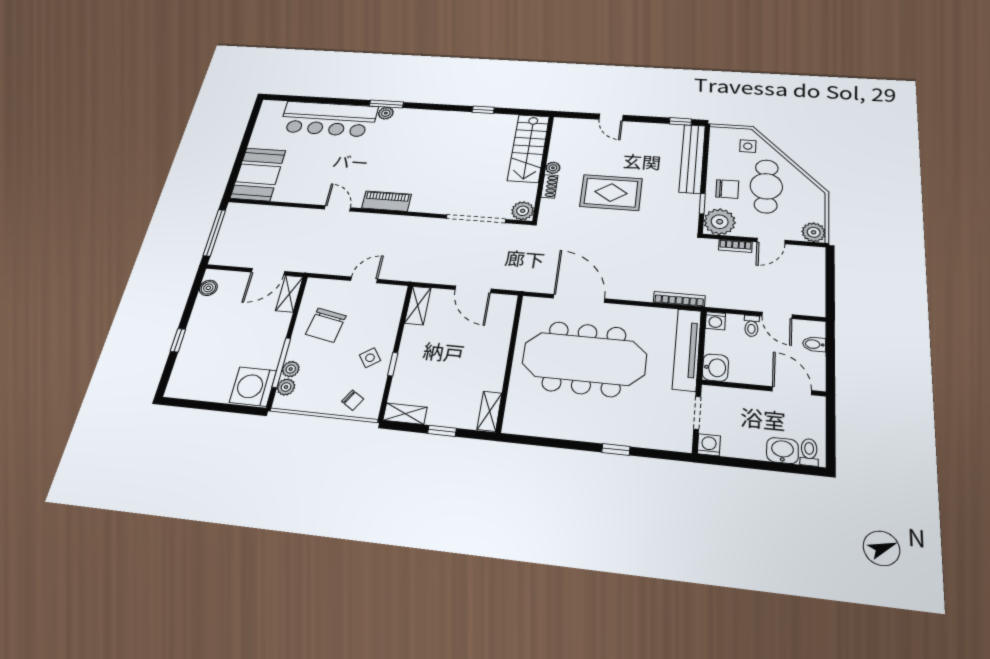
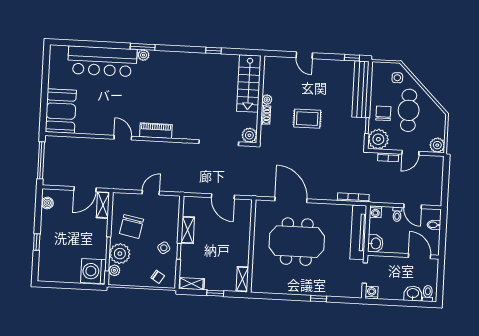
chair: (727, 189) -> (383, 113), turned -90
rug: (611, 193) -> (307, 119), width x0.73, depth x0.70
shelving: (418, 306) -> (188, 230), moved
meeting table: (584, 359) -> (297, 242), width x0.73
plant: (291, 369) -> (120, 254), width x1.88, depth x1.88

